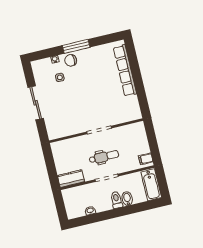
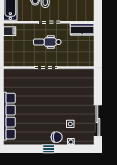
window: (76, 46) -> (49, 149), width x0.46
sliding door: (36, 103) -> (98, 120), moved

